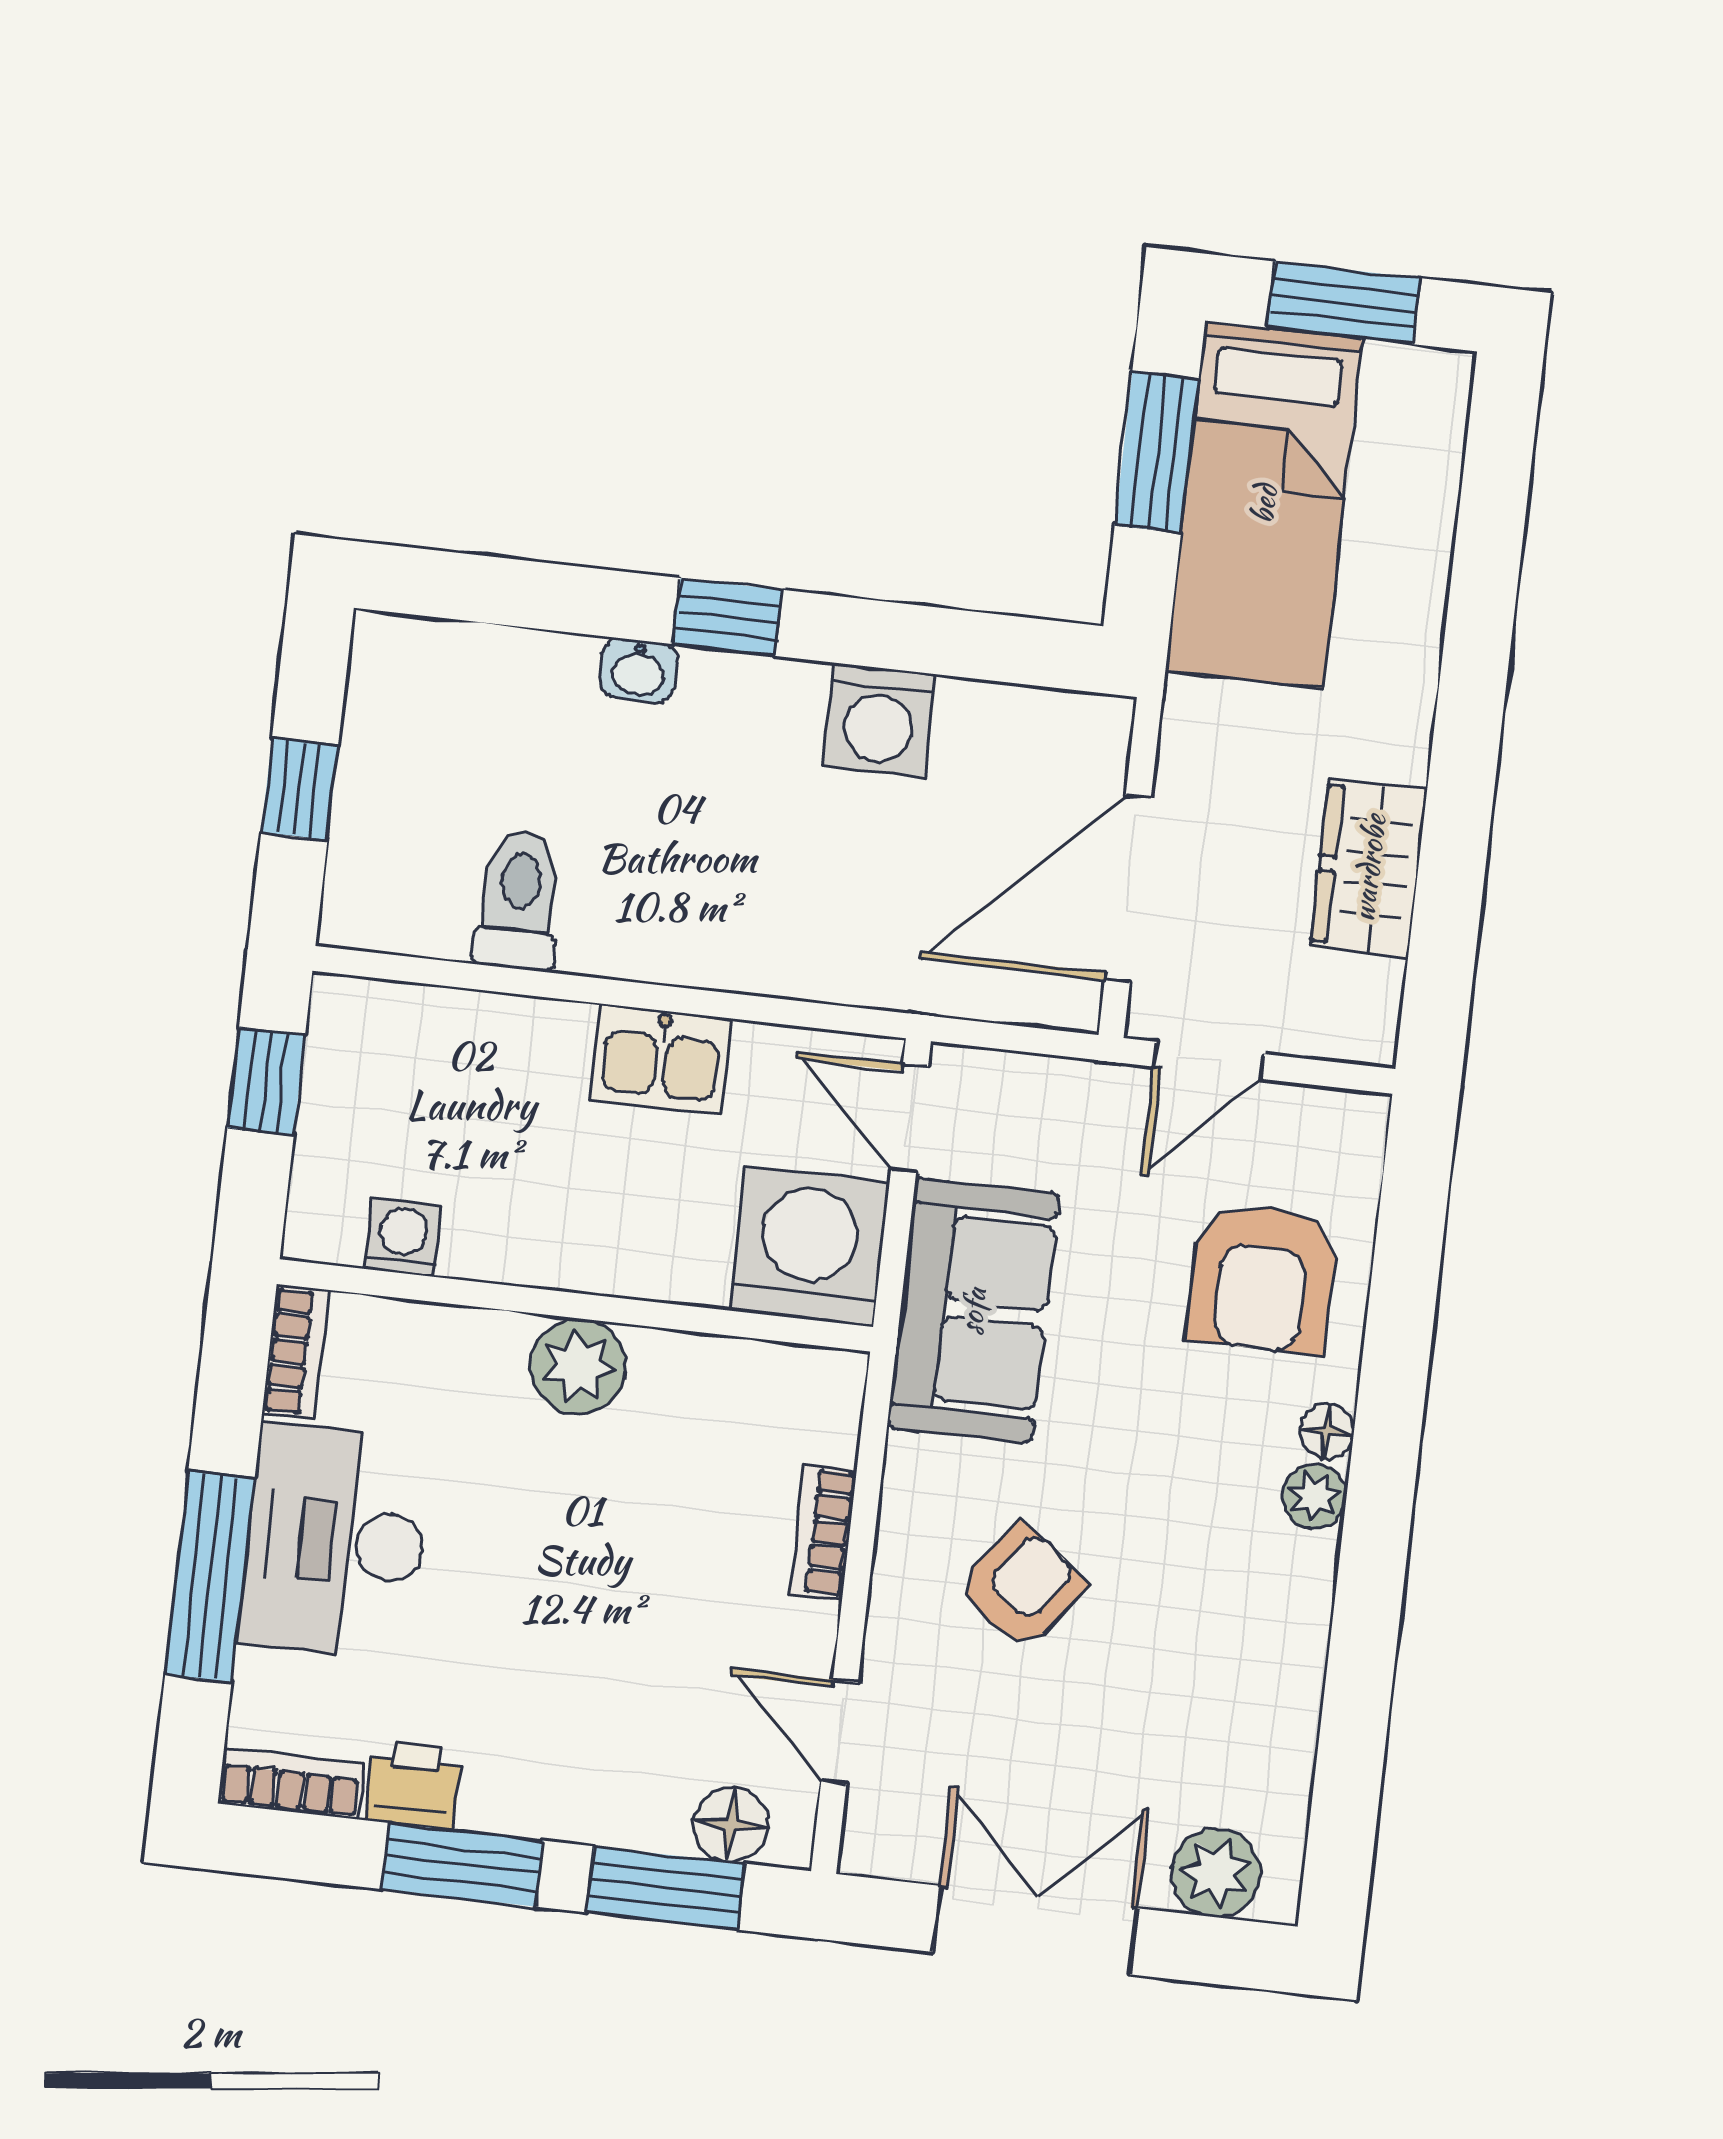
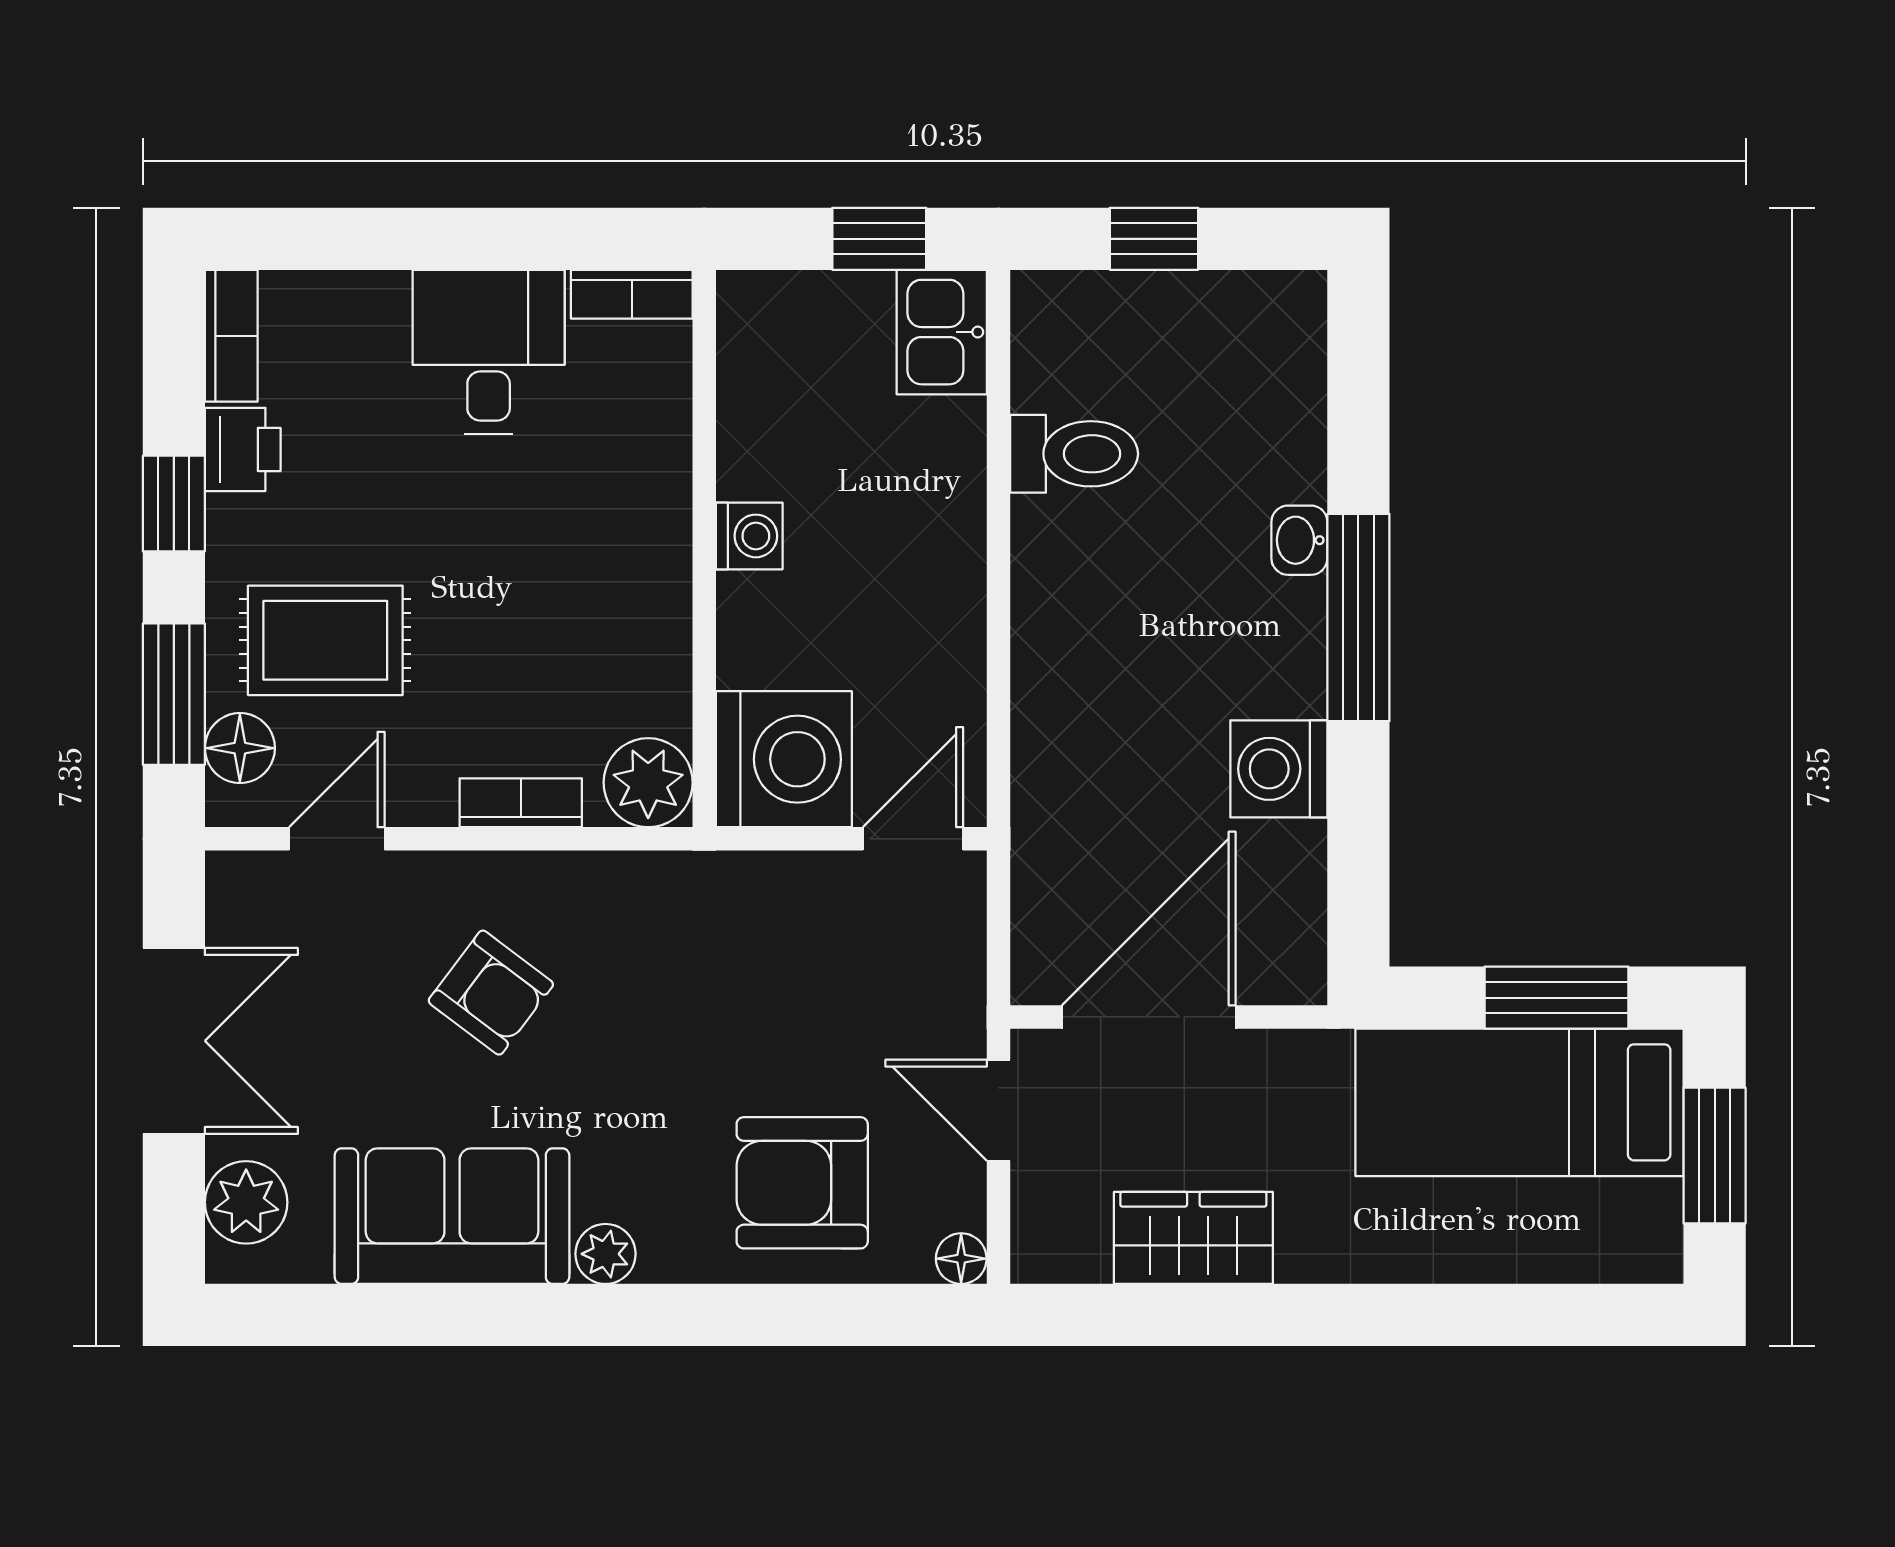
window: (728, 617) -> (1358, 617), width x2.17
door: (1128, 889) -> (1149, 1017), hinge flipped
kitchen sink: (661, 1059) -> (942, 332), moved
washing machine: (403, 1237) -> (749, 536), moved
sofa: (973, 1311) -> (452, 1216), moved, turned 180
plant: (579, 1366) -> (648, 783), moved
floor lamp: (1327, 1431) -> (961, 1259), moved
desk: (336, 1541) -> (489, 352), width x0.73
window: (210, 1576) -> (415, 239), removed
rug: (627, 1720) -> (325, 640), added
window: (463, 1865) -> (174, 504), width x0.67

